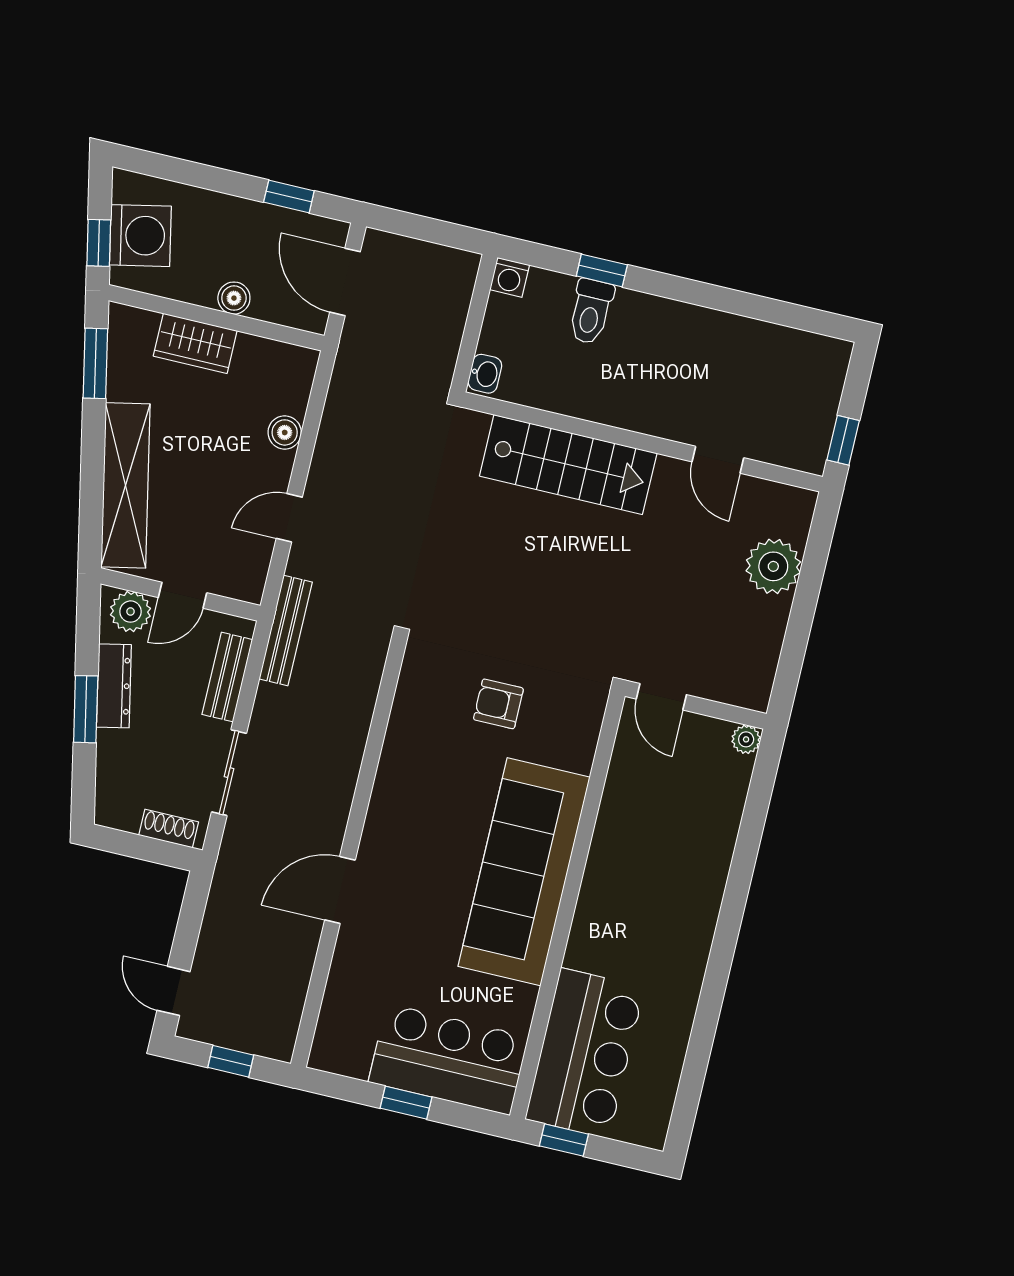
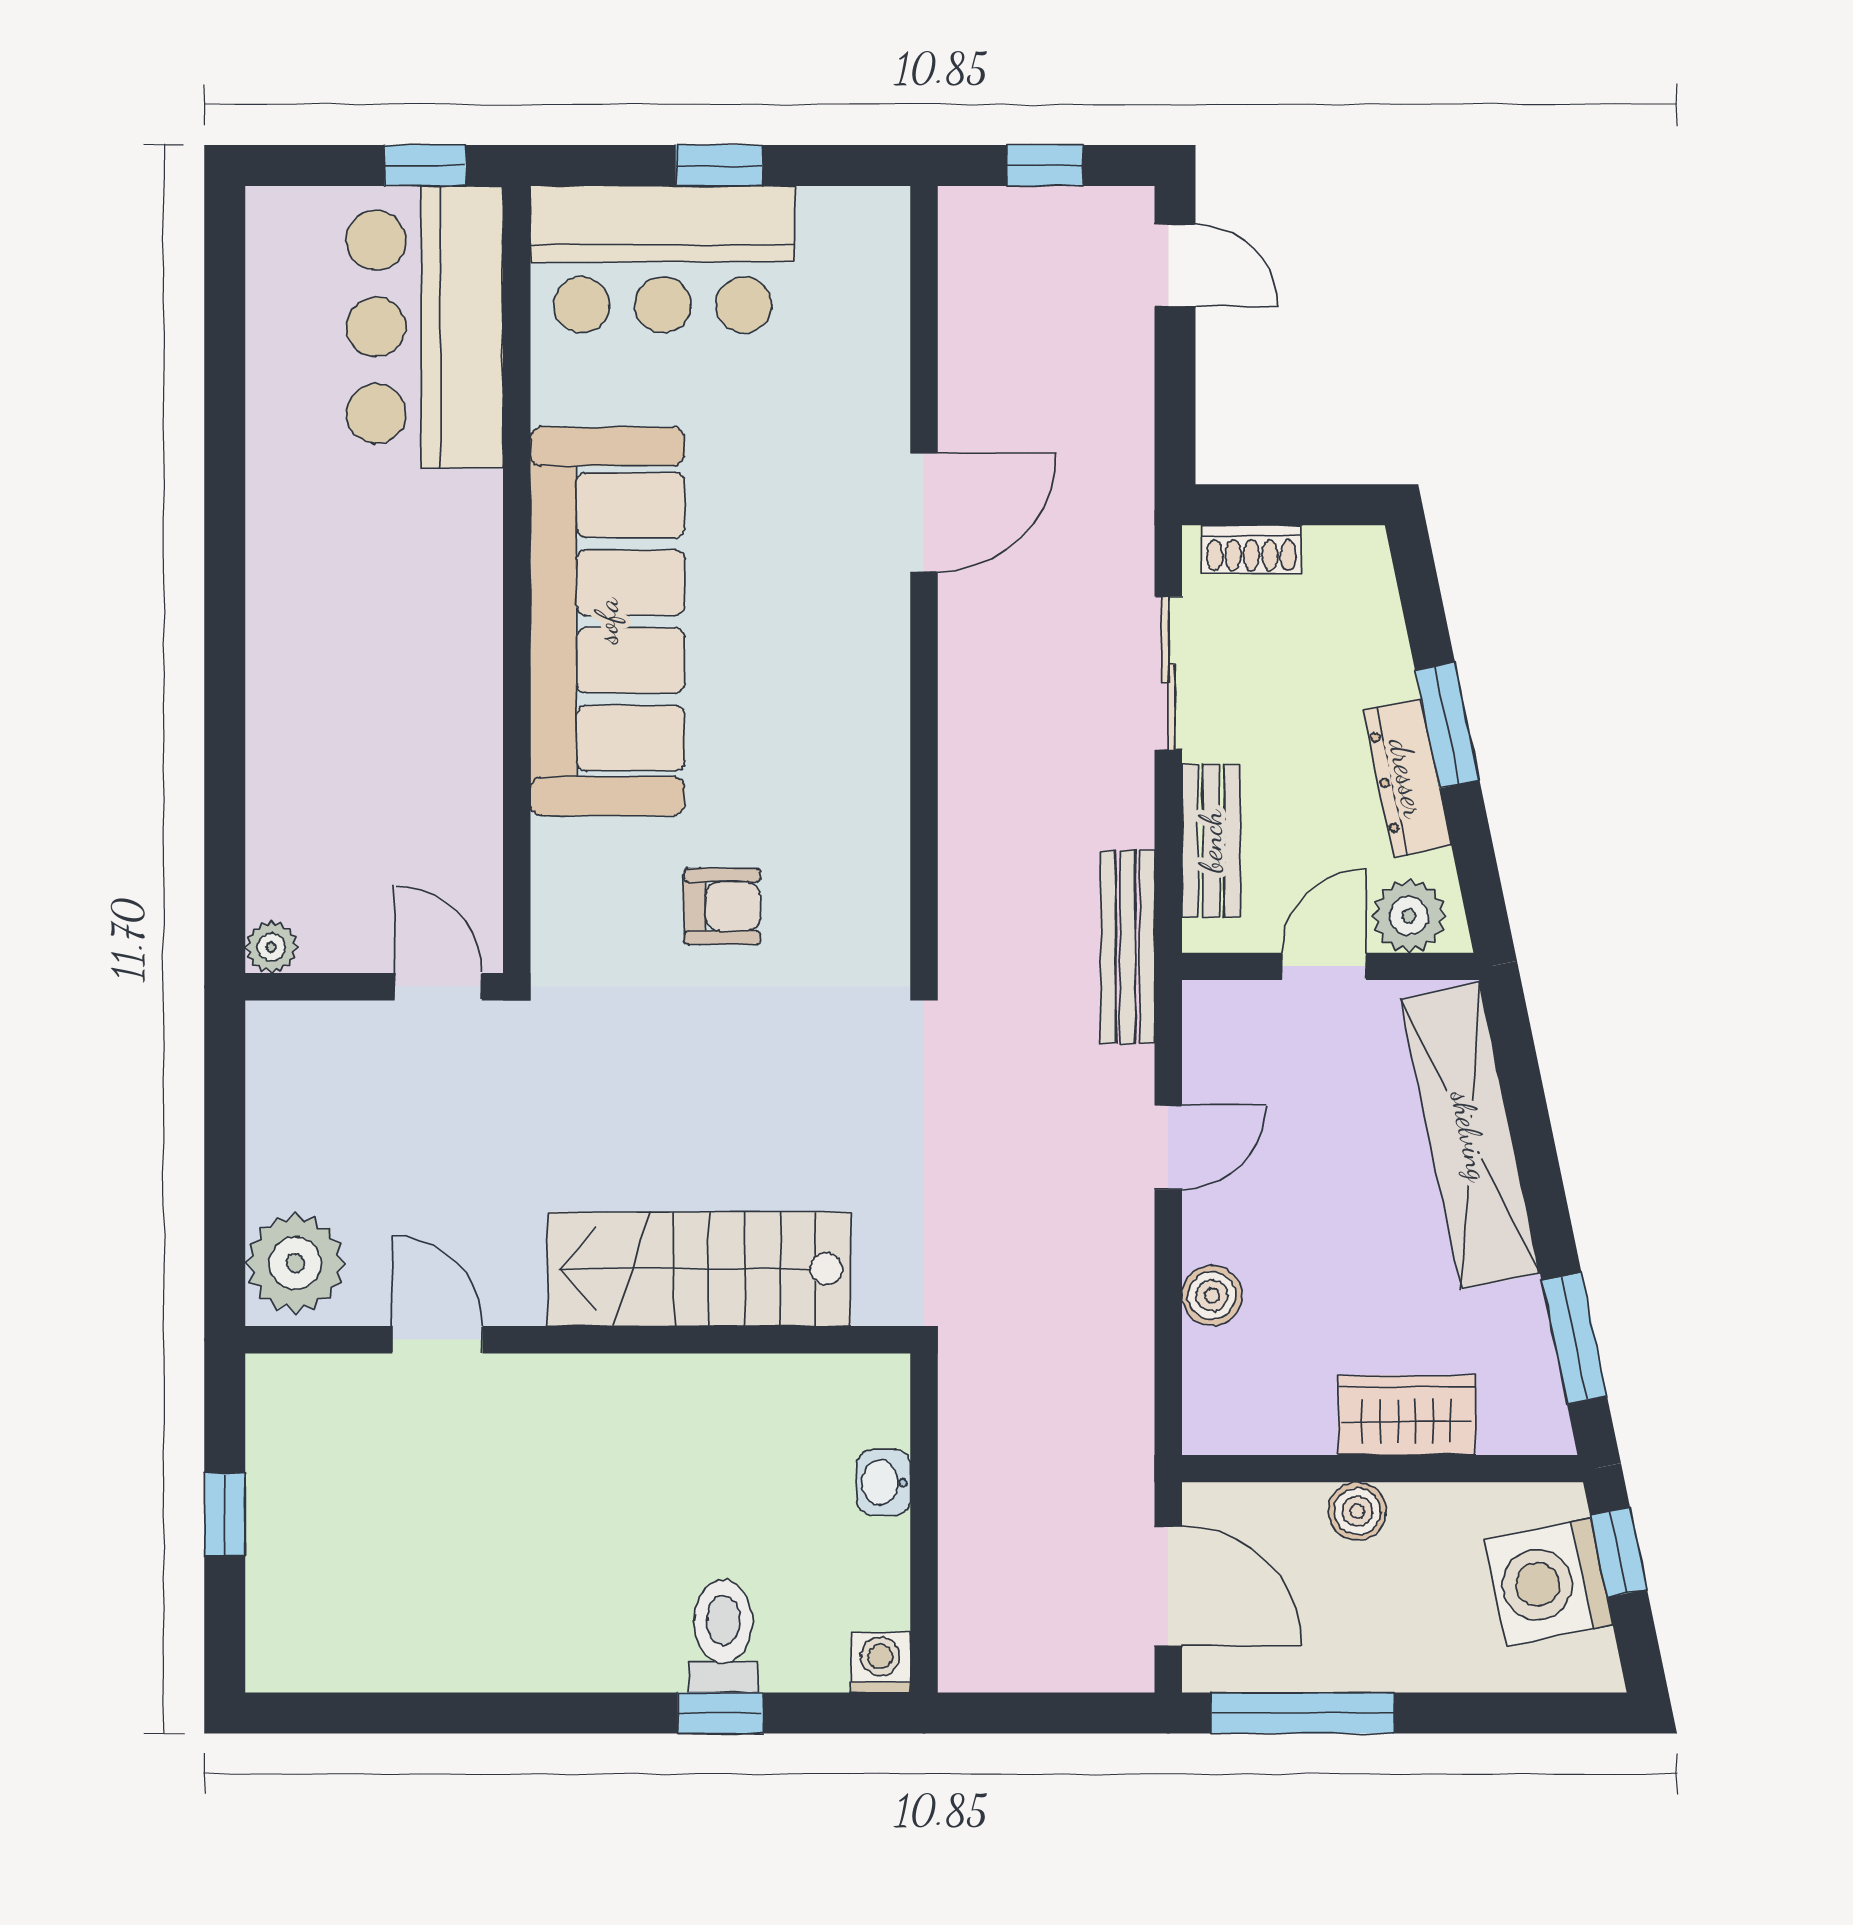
window: (289, 197) -> (1303, 1713), width x2.17
wall: (642, 442) -> (578, 1340), moved
door: (718, 460) -> (437, 1340), moved
stairs: (568, 465) -> (699, 1269), moved

